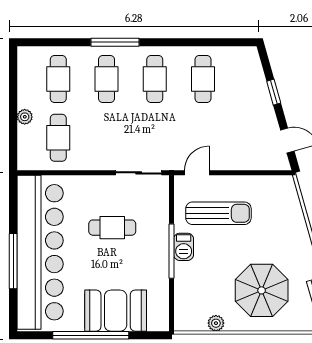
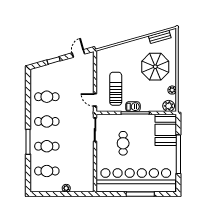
cafe table: (58, 138) -> (77, 171), removed
booth: (116, 311) -> (166, 130), moved
plant: (185, 316) -> (169, 106), added

